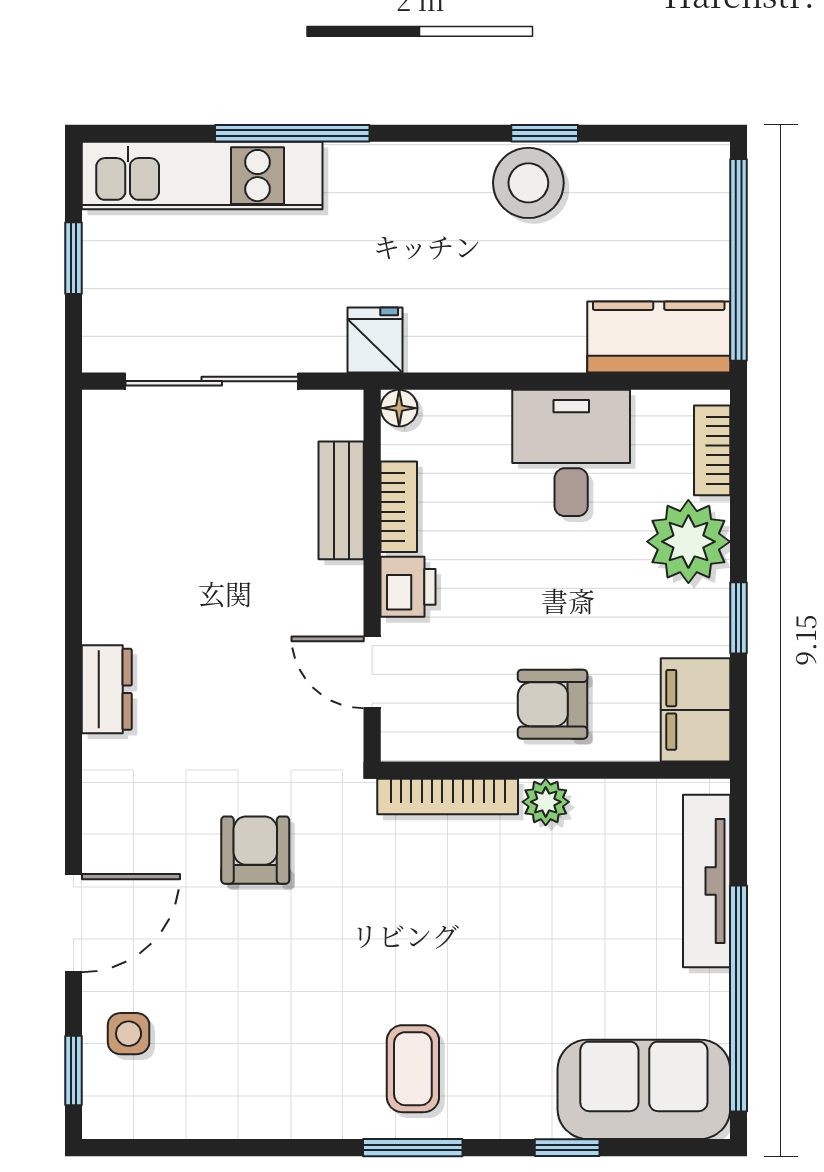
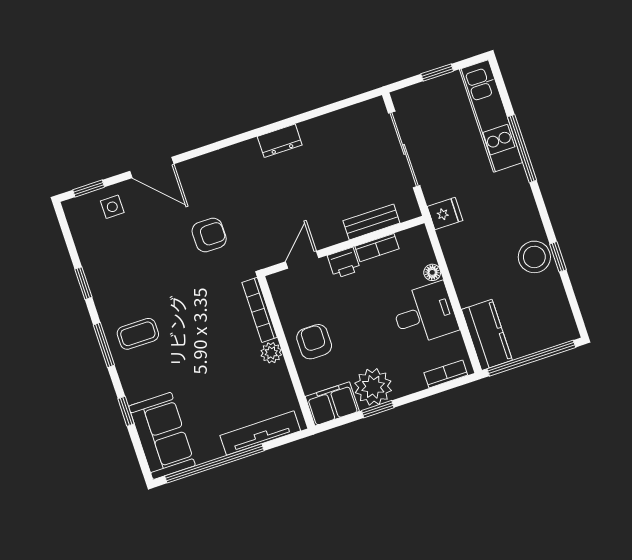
floor lamp: (399, 408) -> (432, 272), moved
plant: (688, 542) -> (373, 387), moved
dresser: (107, 689) -> (280, 141), moved
window: (269, 1148) -> (83, 283), added

